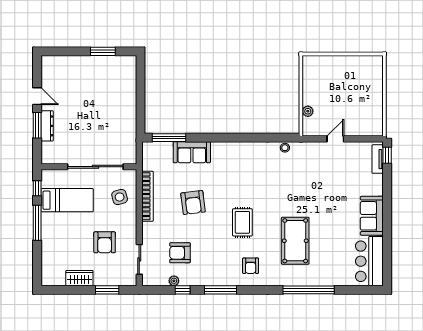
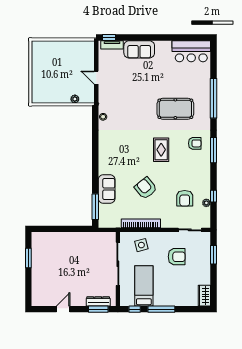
window: (37, 125) -> (98, 309), moved
dresser: (47, 126) -> (98, 301), moved
armchair: (193, 202) -> (146, 188), turned -122
sofa: (372, 216) -> (139, 49), moved
rug: (242, 222) -> (161, 150), turned 90
wardrobe: (79, 278) -> (204, 296), moved
window: (221, 290) -> (214, 150), moved

